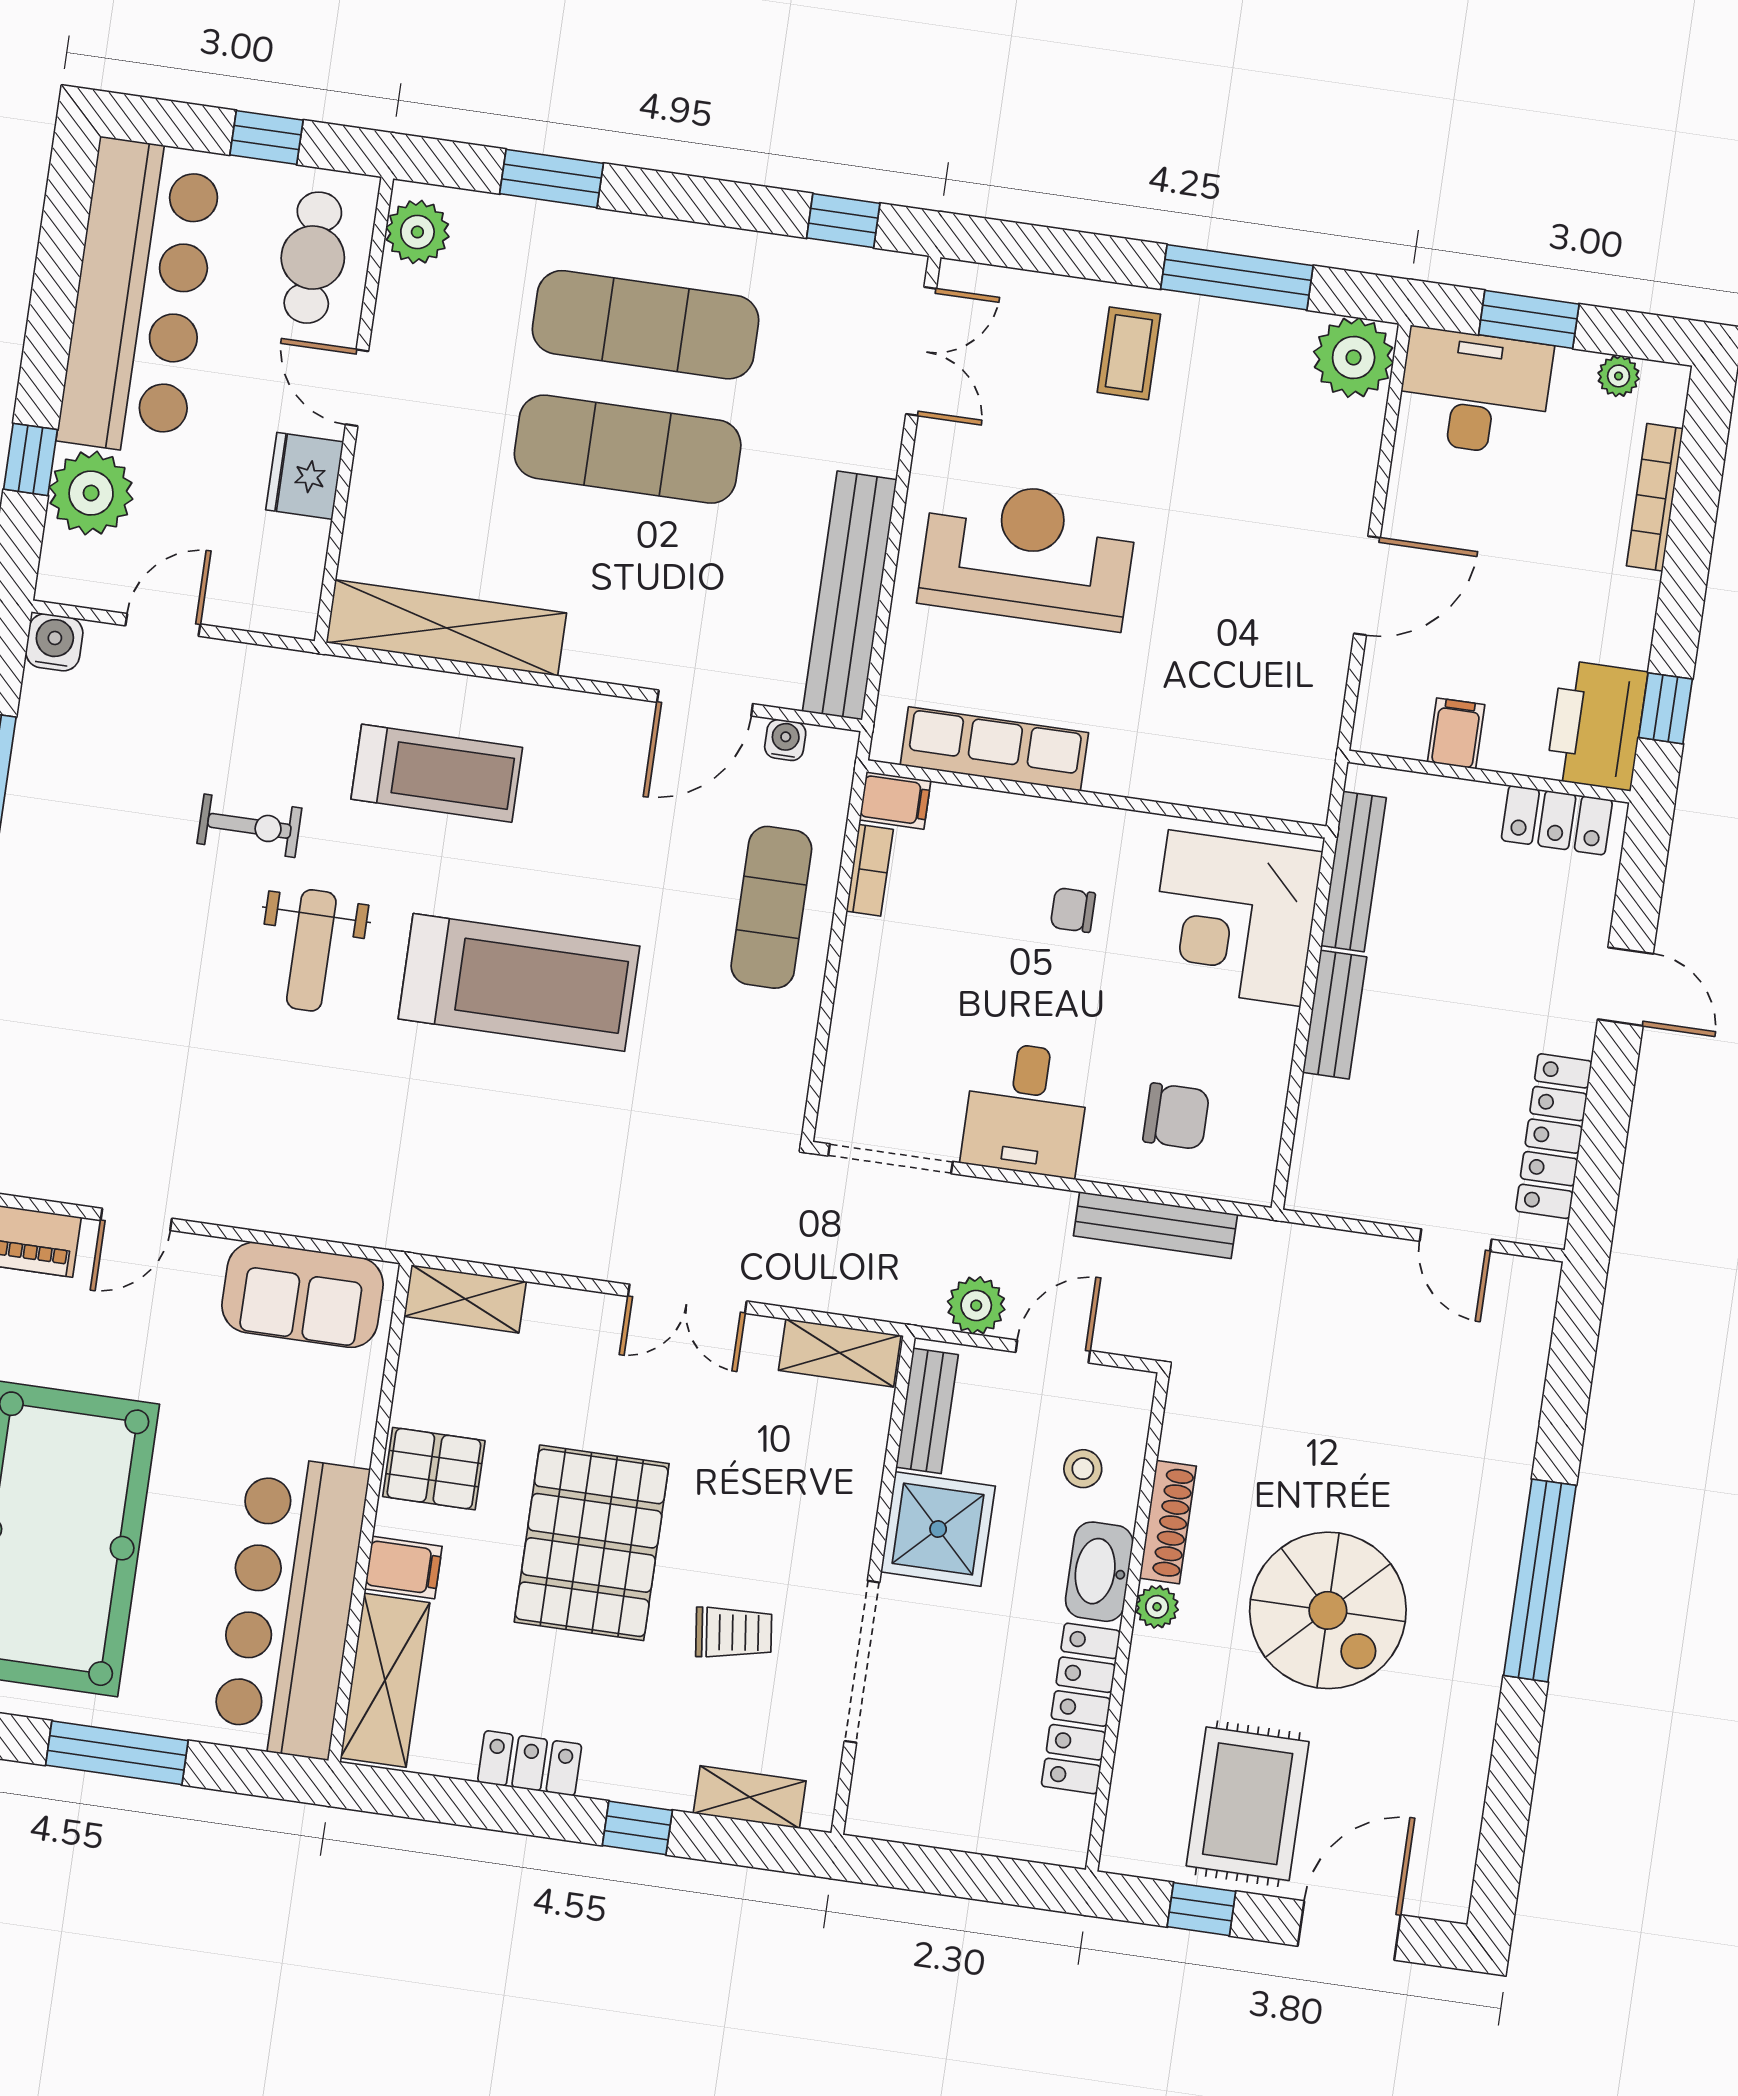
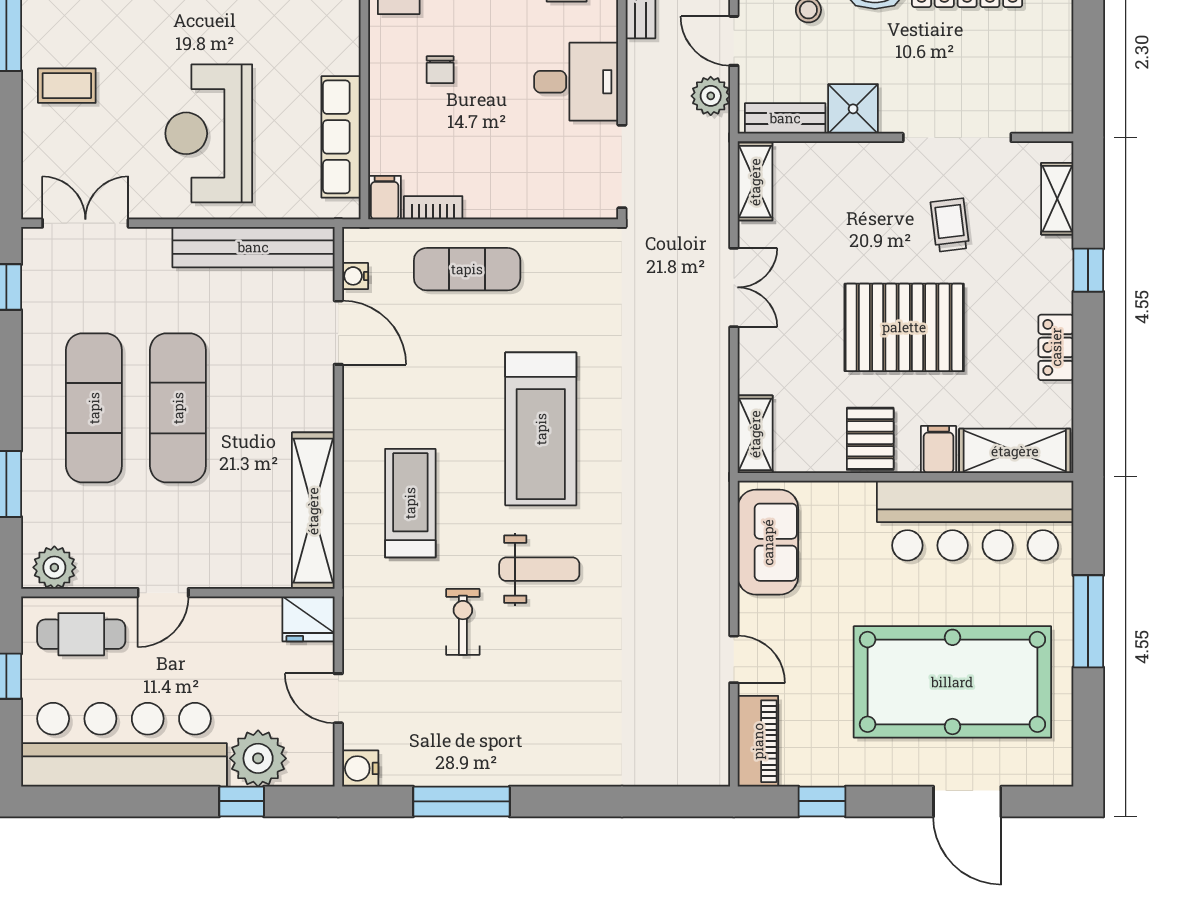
fridge: (305, 476) -> (308, 619), moved
treadmill: (519, 982) -> (541, 429), turned 180
shower: (938, 1529) -> (853, 109), width x0.73, depth x0.73

